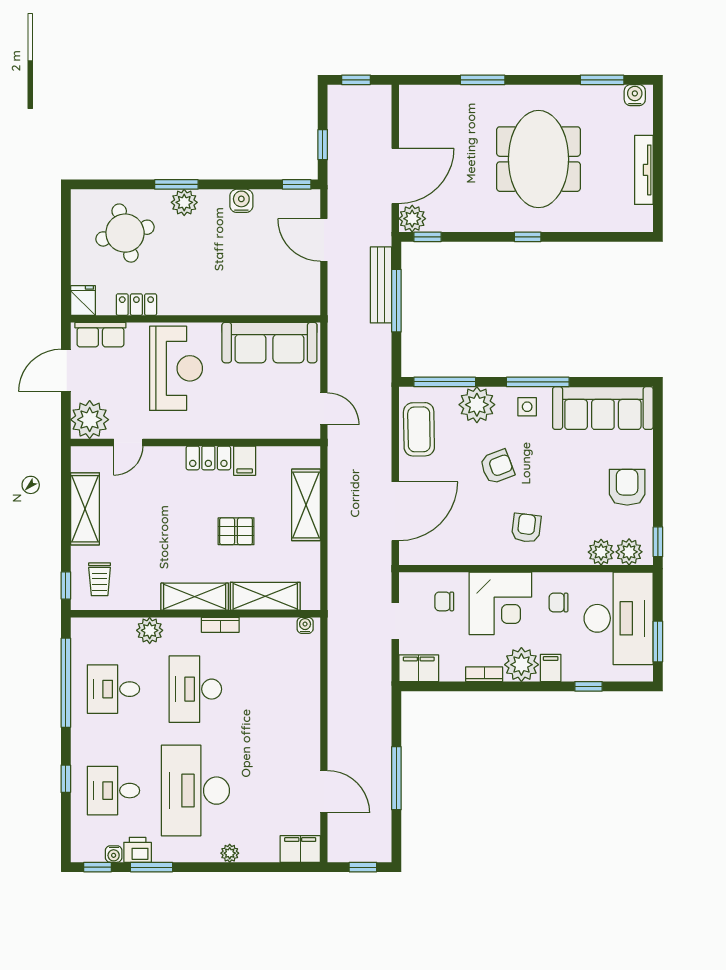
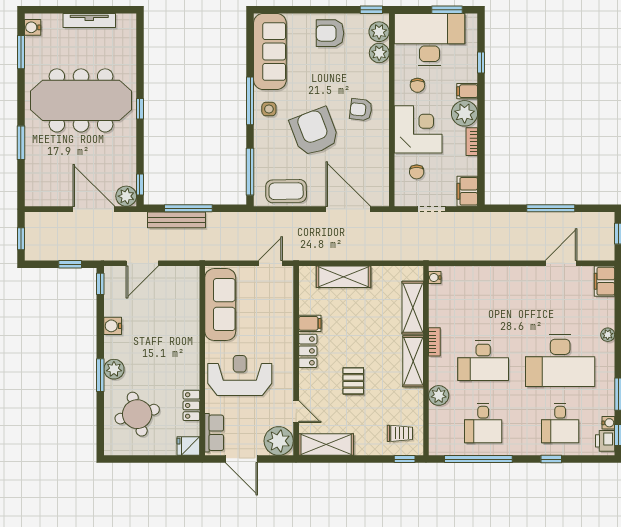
meeting table: (538, 159) -> (81, 100), width x1.36
plant: (477, 405) -> (267, 147), removed
armchair: (497, 467) -> (314, 132), width x1.88, depth x1.88
shelving: (85, 509) -> (326, 445), moved
pallet: (236, 531) -> (353, 381), moved
printer: (138, 850) -> (605, 441), moved

